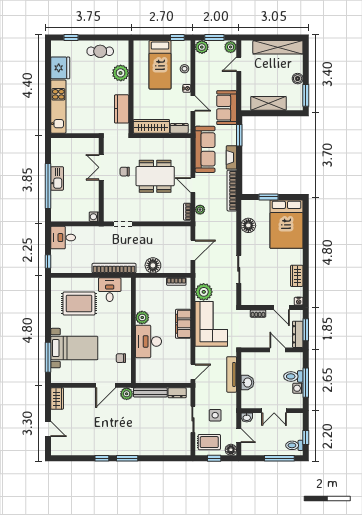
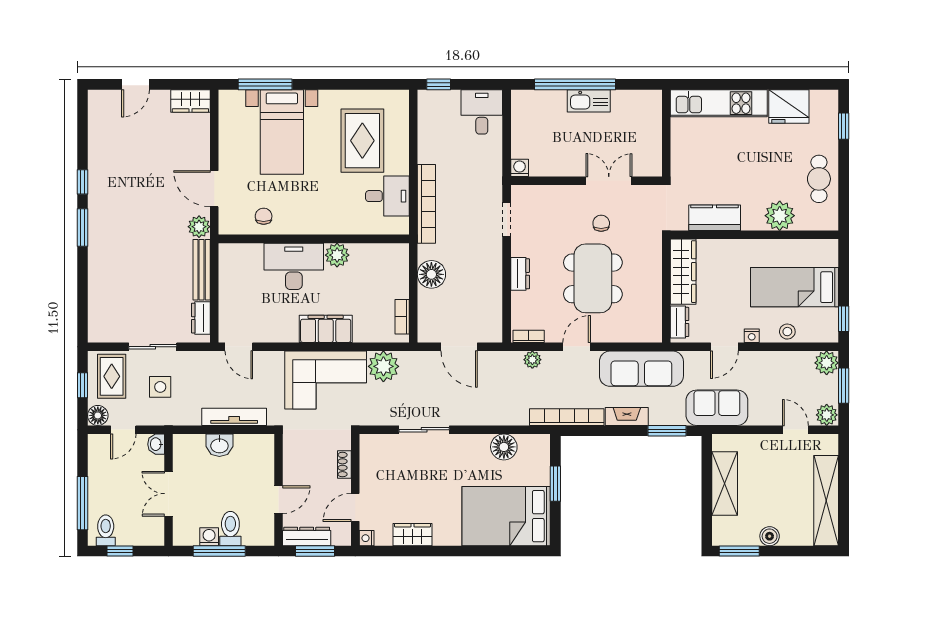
dresser: (153, 216) -> (520, 274), added

